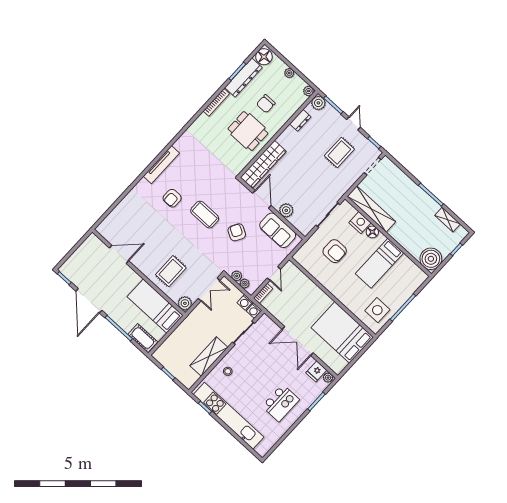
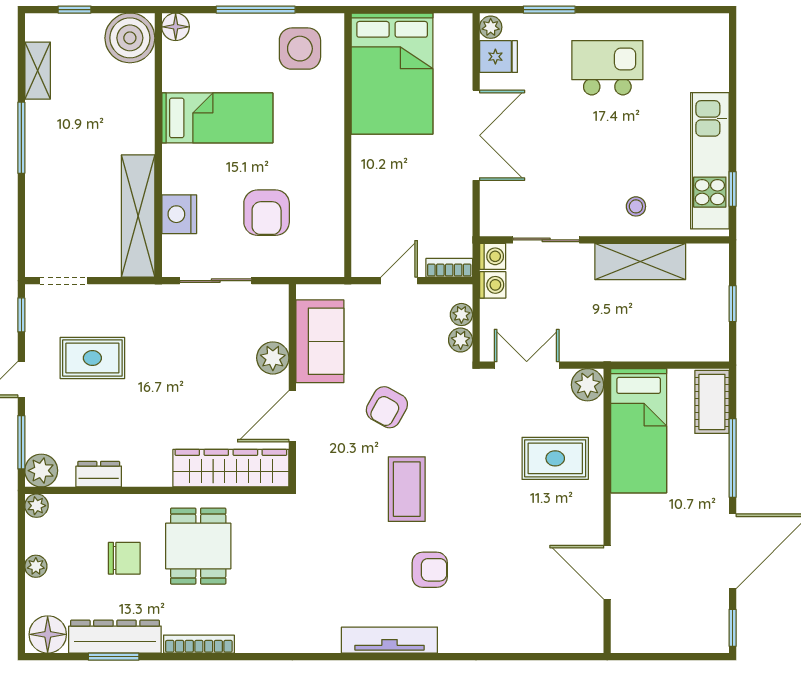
floor lamp: (372, 232) -> (176, 27), moved
armchair: (335, 251) -> (267, 213), turned 180
kitchen unit: (229, 416) -> (710, 161), width x0.73

